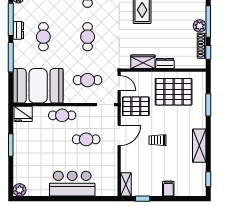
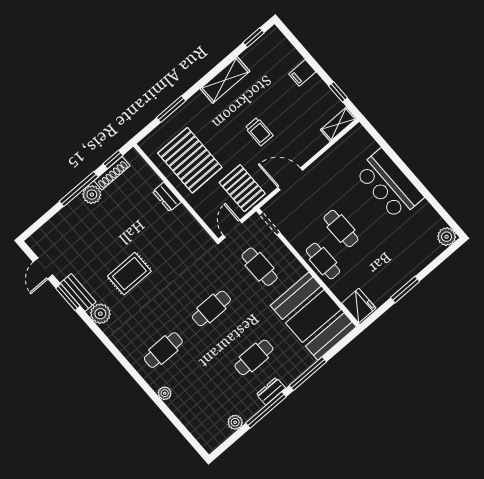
wardrobe: (143, 62) -> (186, 223), removed
cafe table: (86, 139) -> (341, 229), moved

